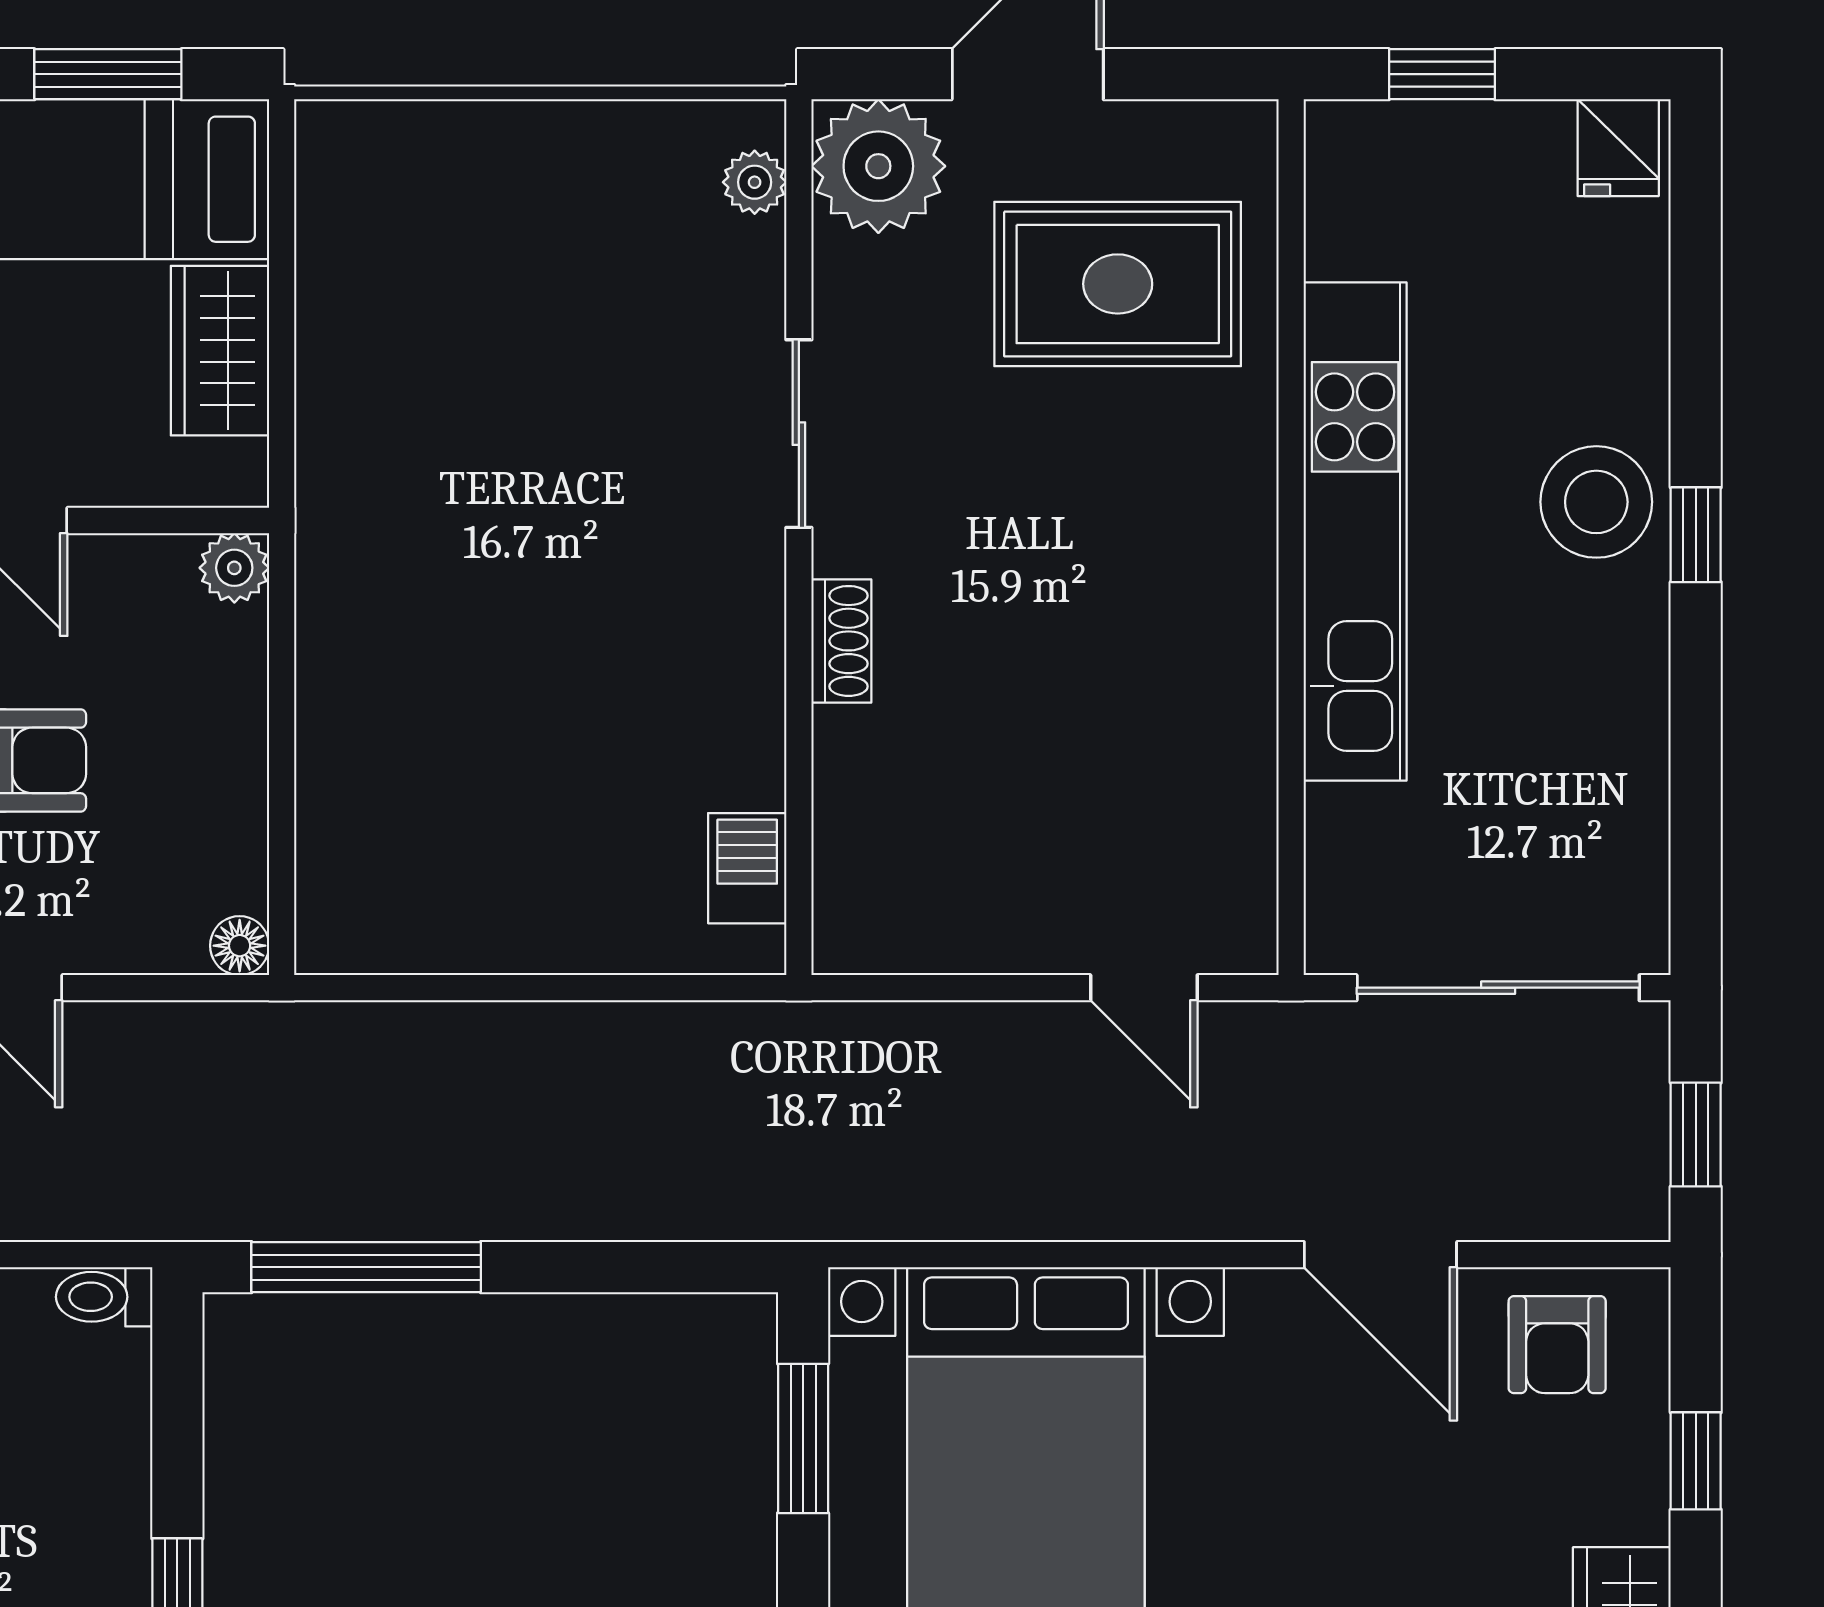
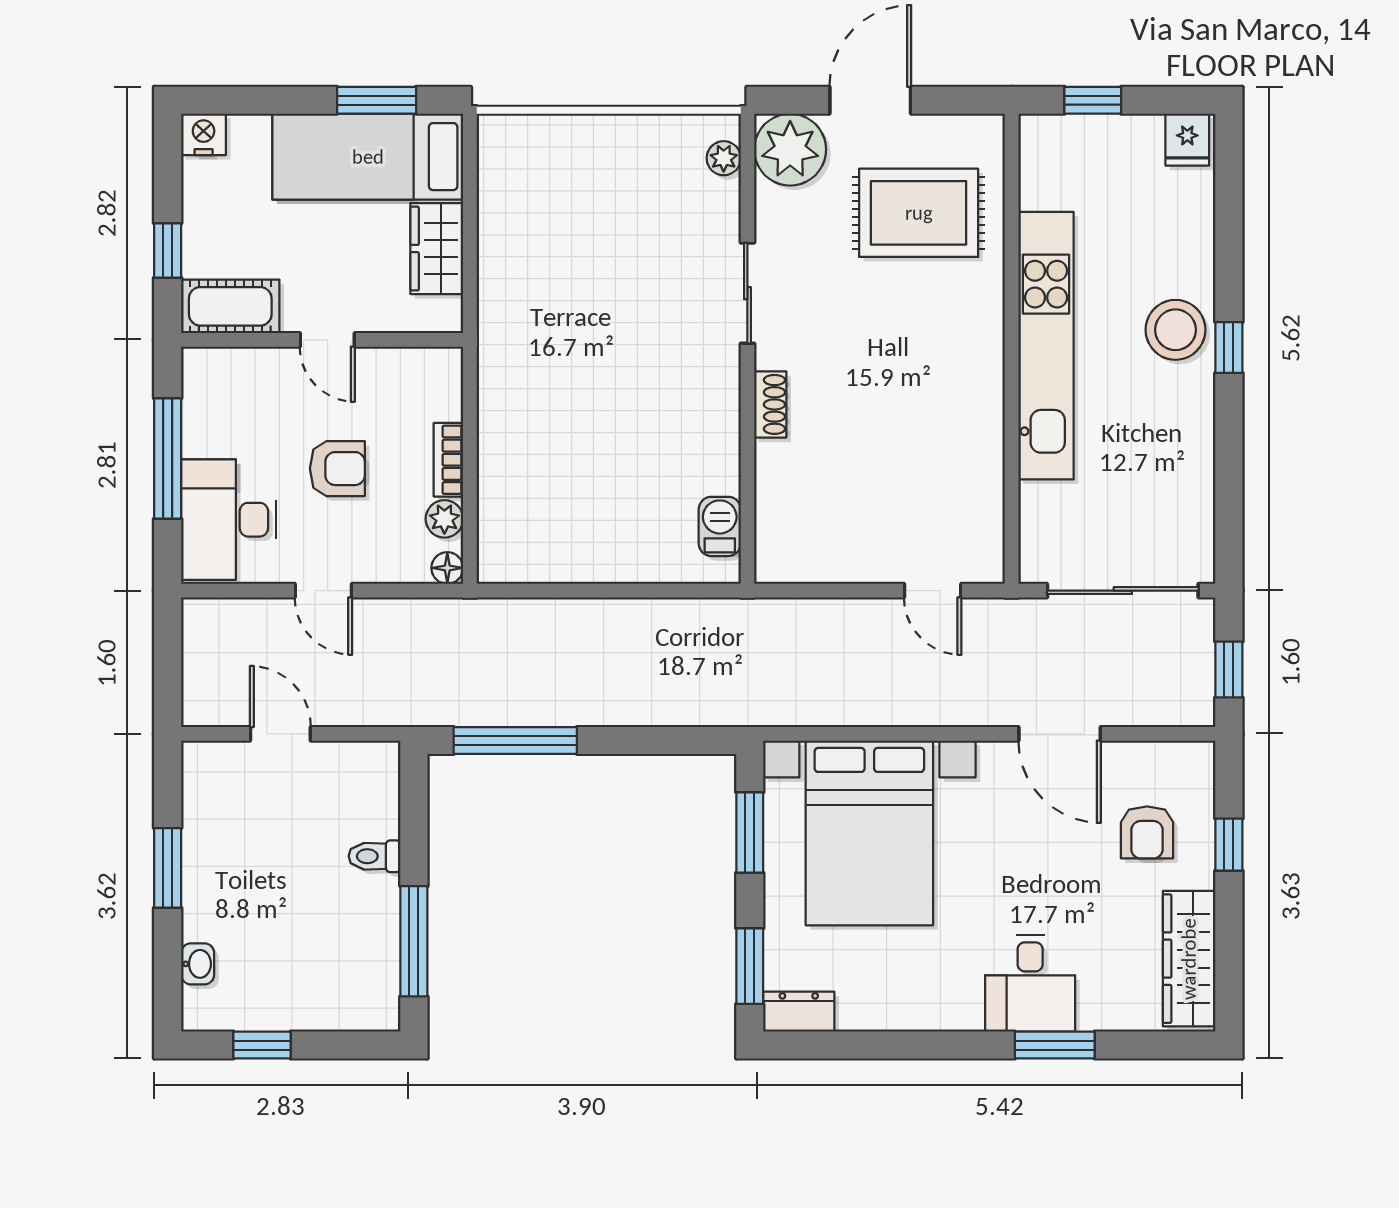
plant: (234, 568) -> (444, 519), moved
bookcase: (242, 744) -> (448, 460), added
toilet: (104, 1297) -> (375, 856), moved
armchair: (1557, 1345) -> (1147, 832), moved

